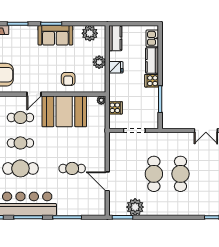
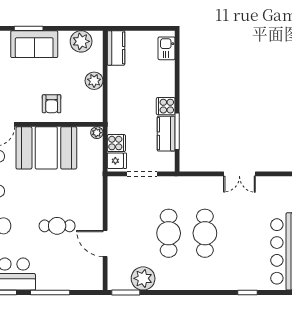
kitchen counter: (152, 61) -> (166, 134), moved
fridge: (116, 67) -> (117, 161), moved

